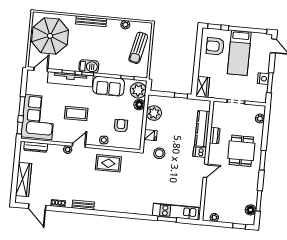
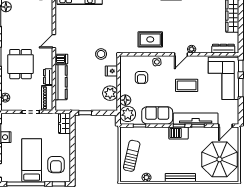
armchair: (215, 46) -> (56, 165), turned 90
piano: (218, 114) -> (47, 98), added

